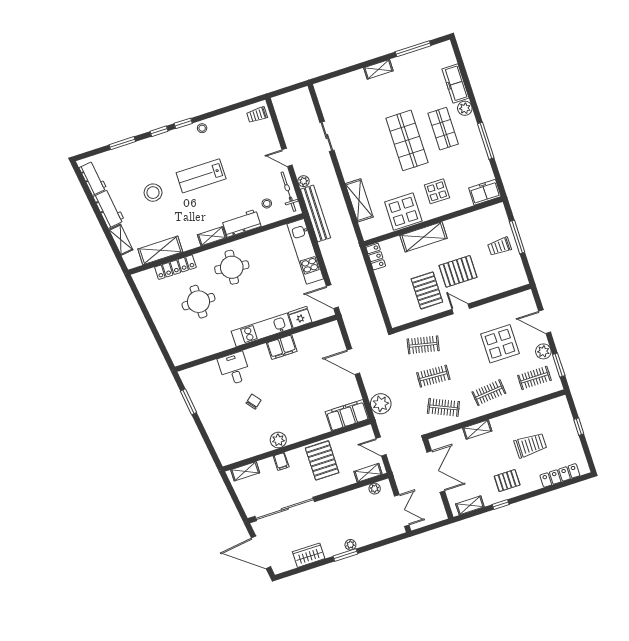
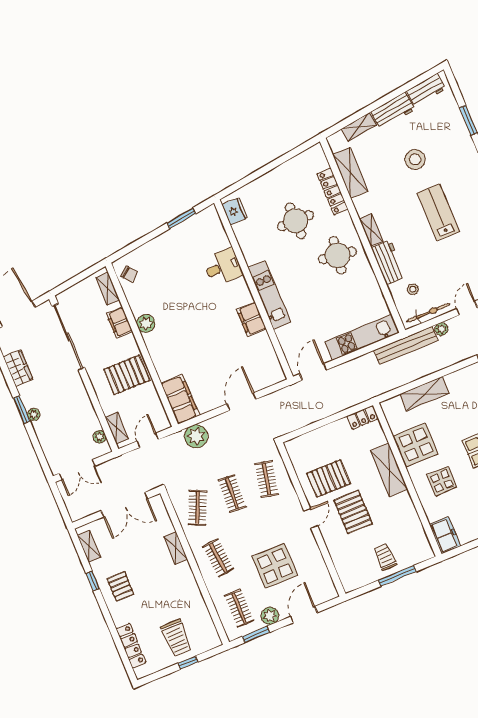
fridge: (300, 317) -> (235, 211), moved
chair: (253, 402) -> (129, 274), moved
trolley: (530, 445) -> (176, 638), moved
filing cabinet: (281, 461) -> (119, 322), width x2.00

